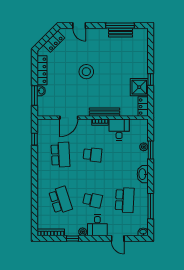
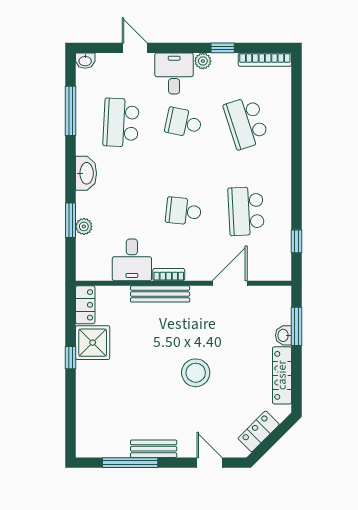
bench: (120, 33) -> (154, 449), moved

